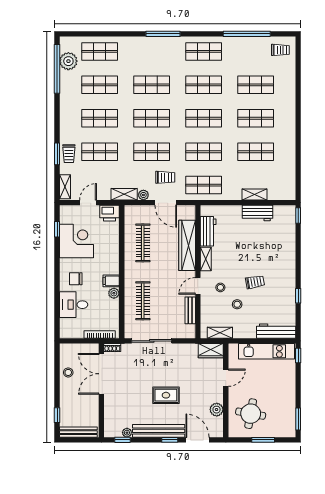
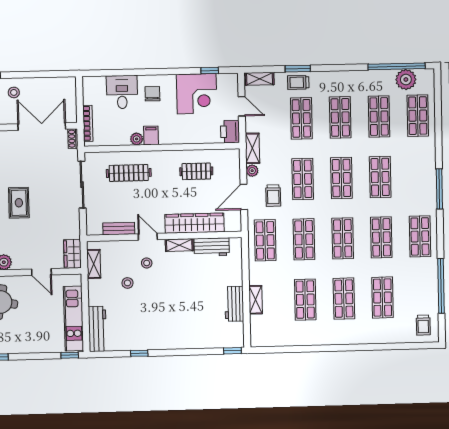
clothes rail: (143, 243) -> (196, 171), width x0.73
trolley: (255, 282) -> (154, 303), removed
stool: (68, 372) -> (14, 92), moved

